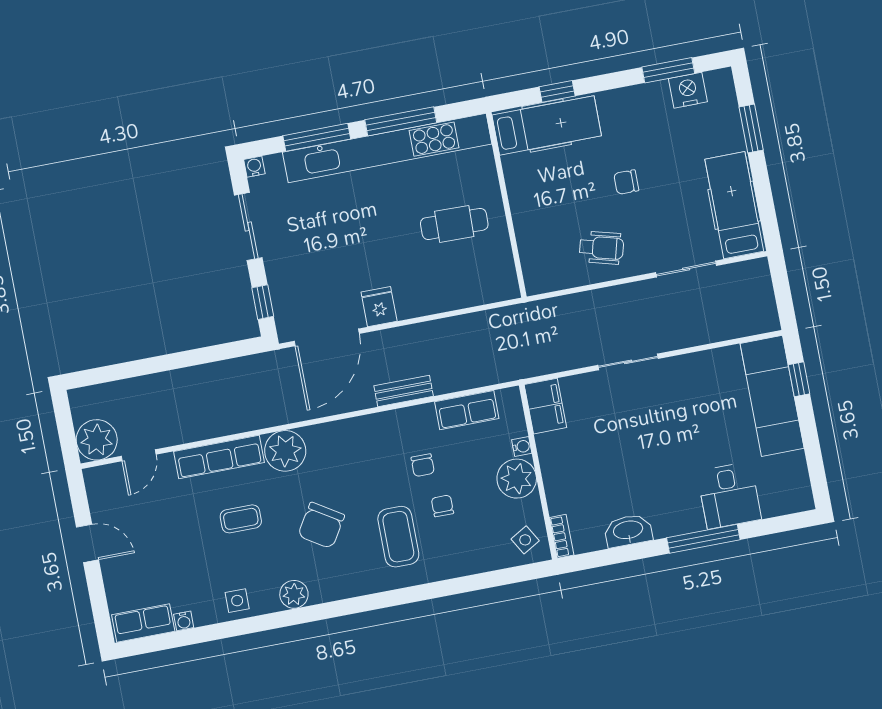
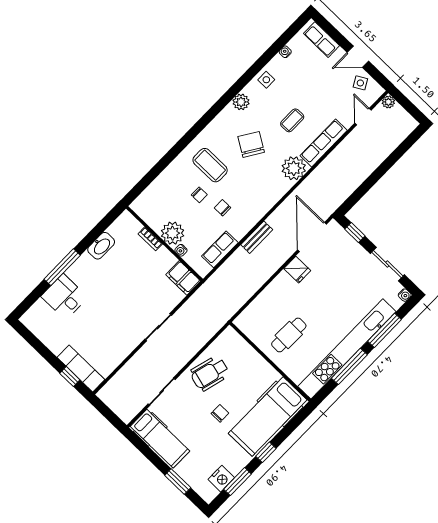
window: (557, 91) -> (266, 452), moved
hospital bed: (547, 125) -> (268, 417), width x1.37, depth x1.29
wheelchair: (601, 248) -> (210, 373), width x1.36, depth x1.37
exam couch: (772, 396) -> (81, 369), width x0.73, depth x0.69
plant: (97, 440) -> (388, 102), width x0.53, depth x0.53
bookcase: (562, 536) -> (150, 239), moved
side table: (525, 540) -> (360, 83), moved
row of seats: (143, 623) -> (322, 40), moved, turned 90

